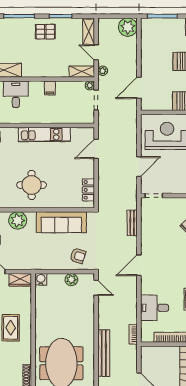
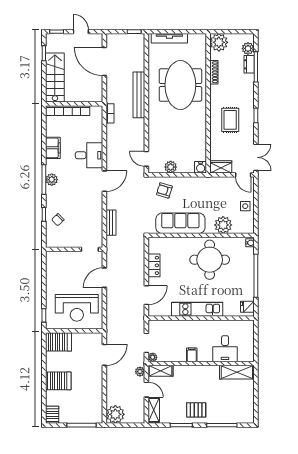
round table: (32, 185) -> (210, 260), width x1.36, depth x1.36
locker: (88, 190) -> (154, 265), moved
desk: (155, 308) -> (89, 155), moved

